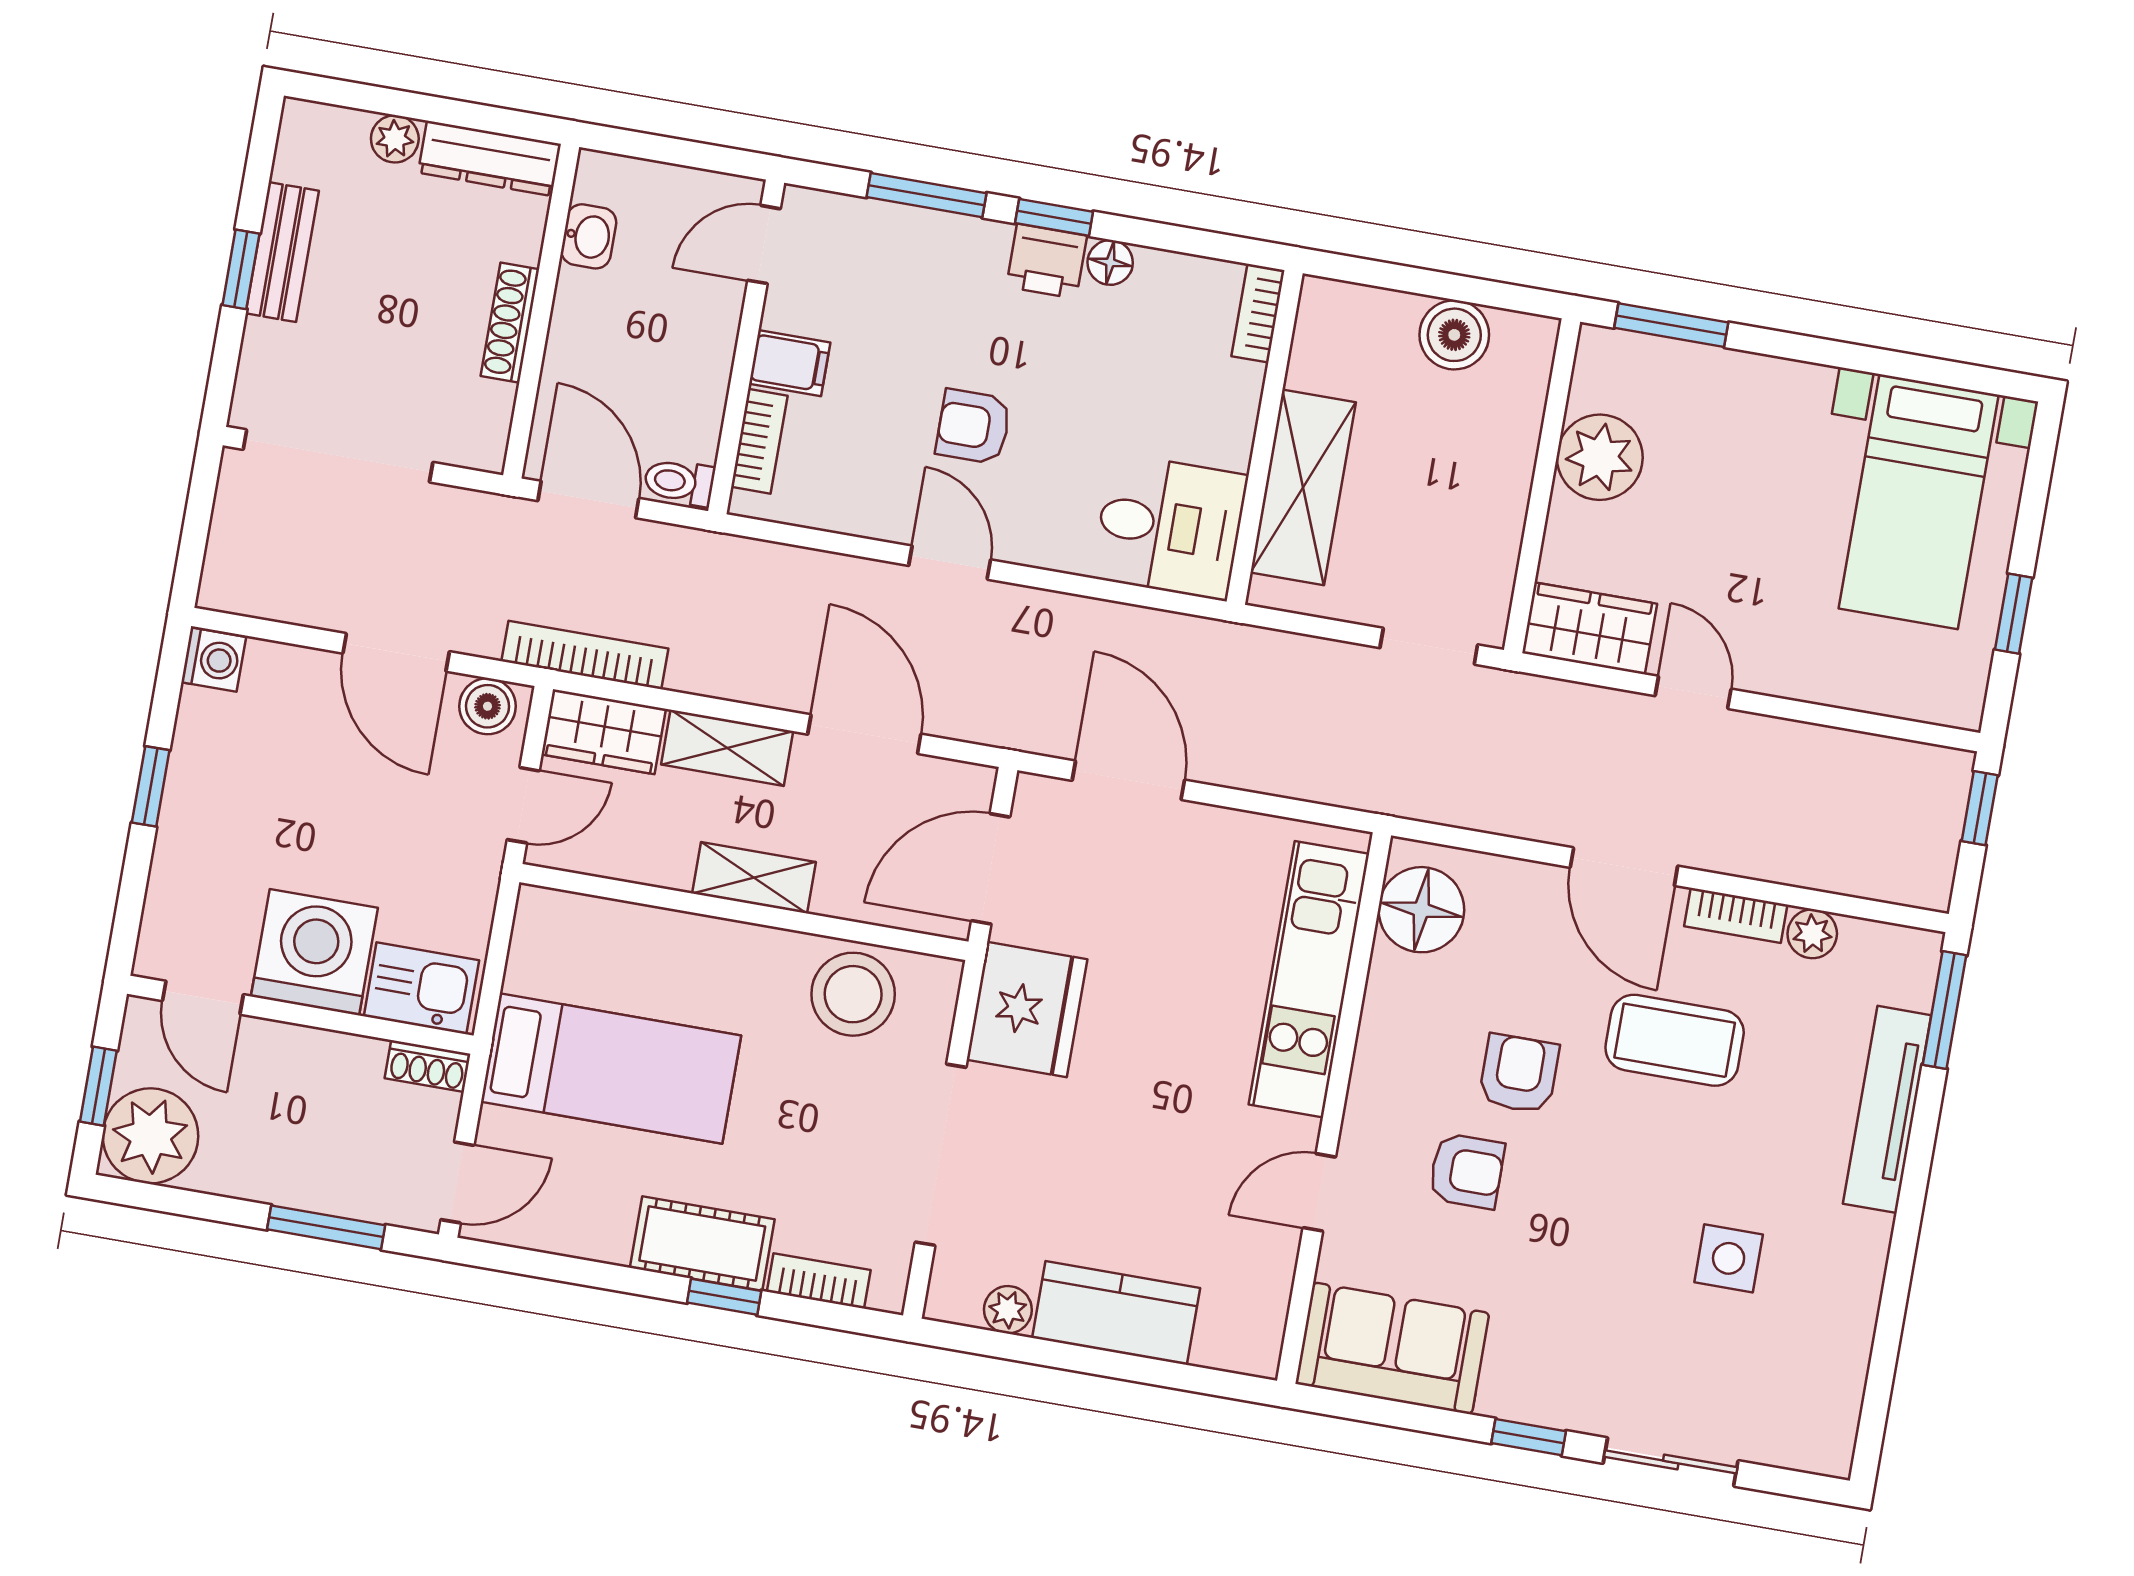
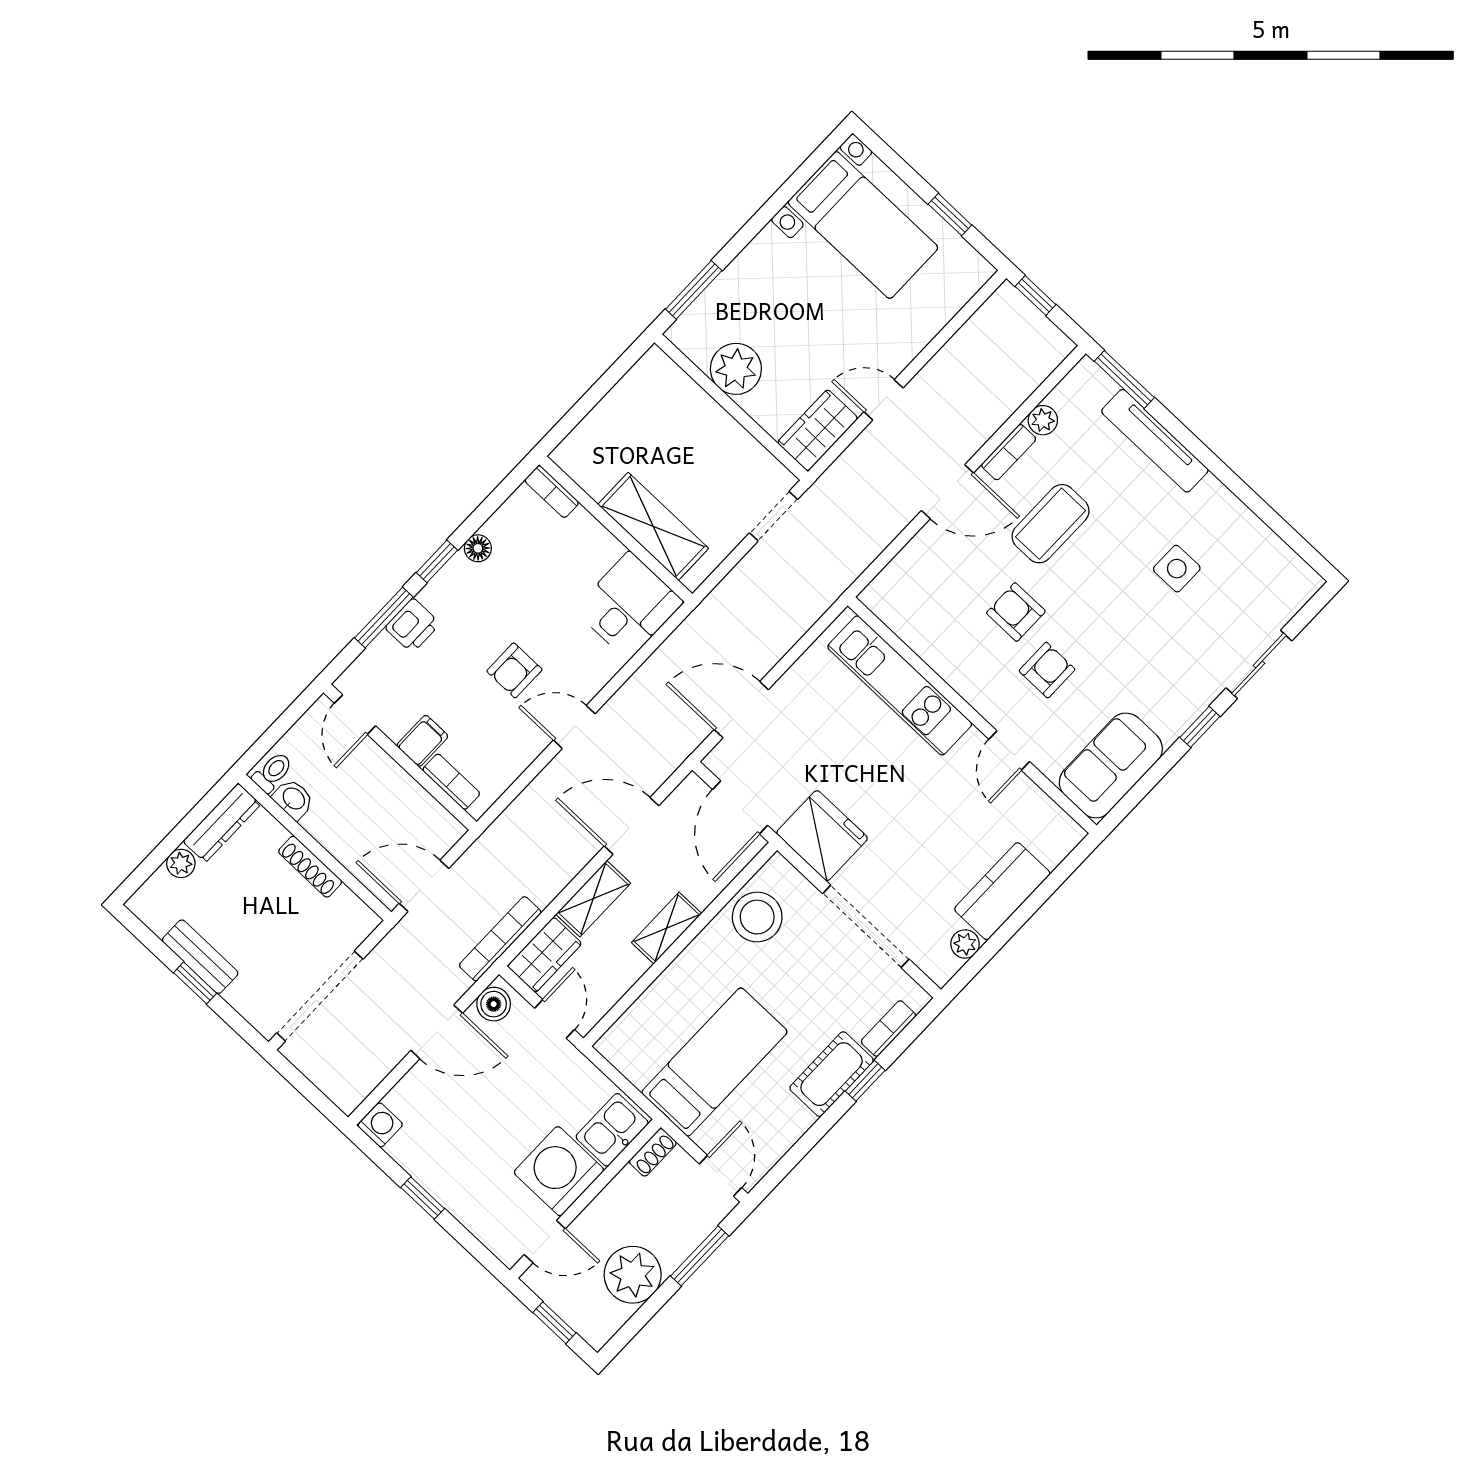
printer: (1047, 261) -> (413, 626), moved
boiler: (1454, 335) -> (627, 401), removed
toilet: (679, 482) -> (272, 772), moved, turned 180
floor lamp: (1421, 910) -> (902, 607), removed
plant: (150, 1136) -> (633, 1275), moved

